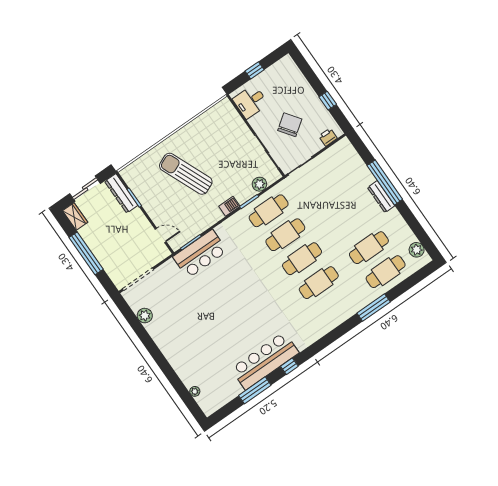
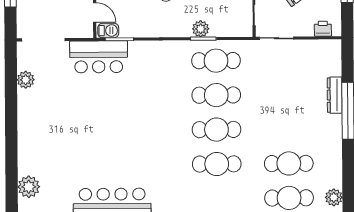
plant: (259, 184) -> (201, 29), moved
dresser: (381, 197) -> (335, 95), moved
barbecue: (229, 206) -> (108, 31), moved
bar counter: (200, 254) -> (99, 57), moved
plant: (195, 391) -> (29, 187), width x1.88, depth x1.88

